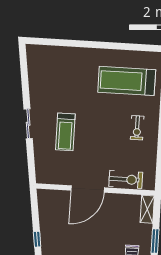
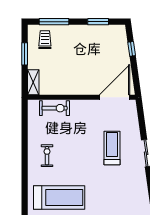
exercise bike: (126, 179) -> (55, 108), turned 180
door: (88, 189) -> (115, 97), moved

